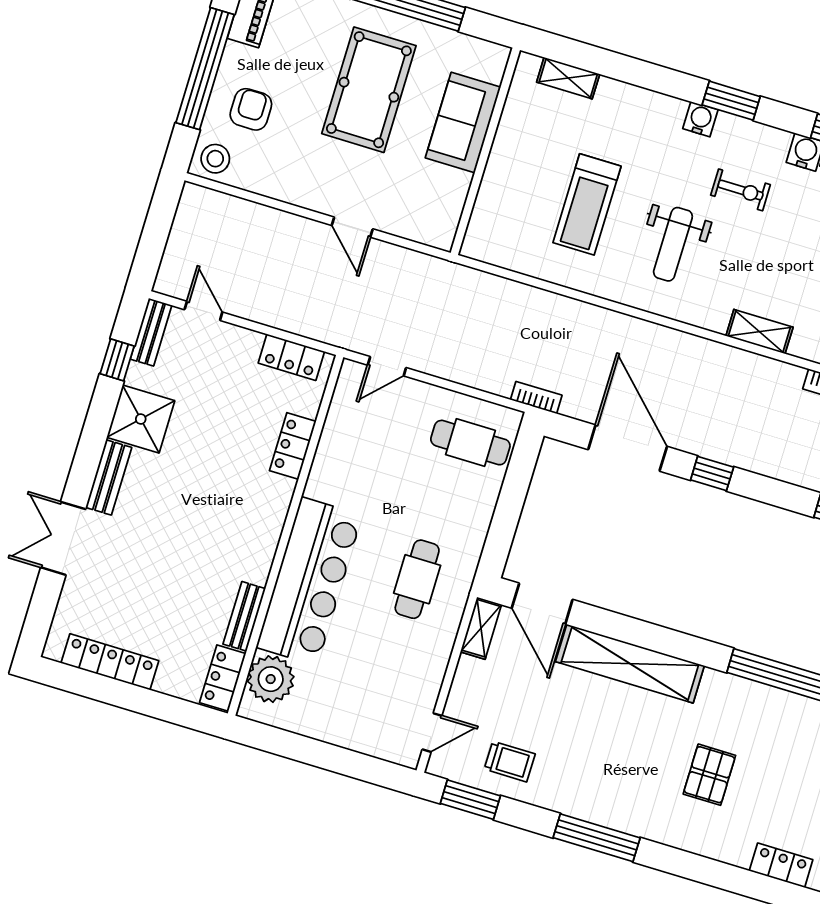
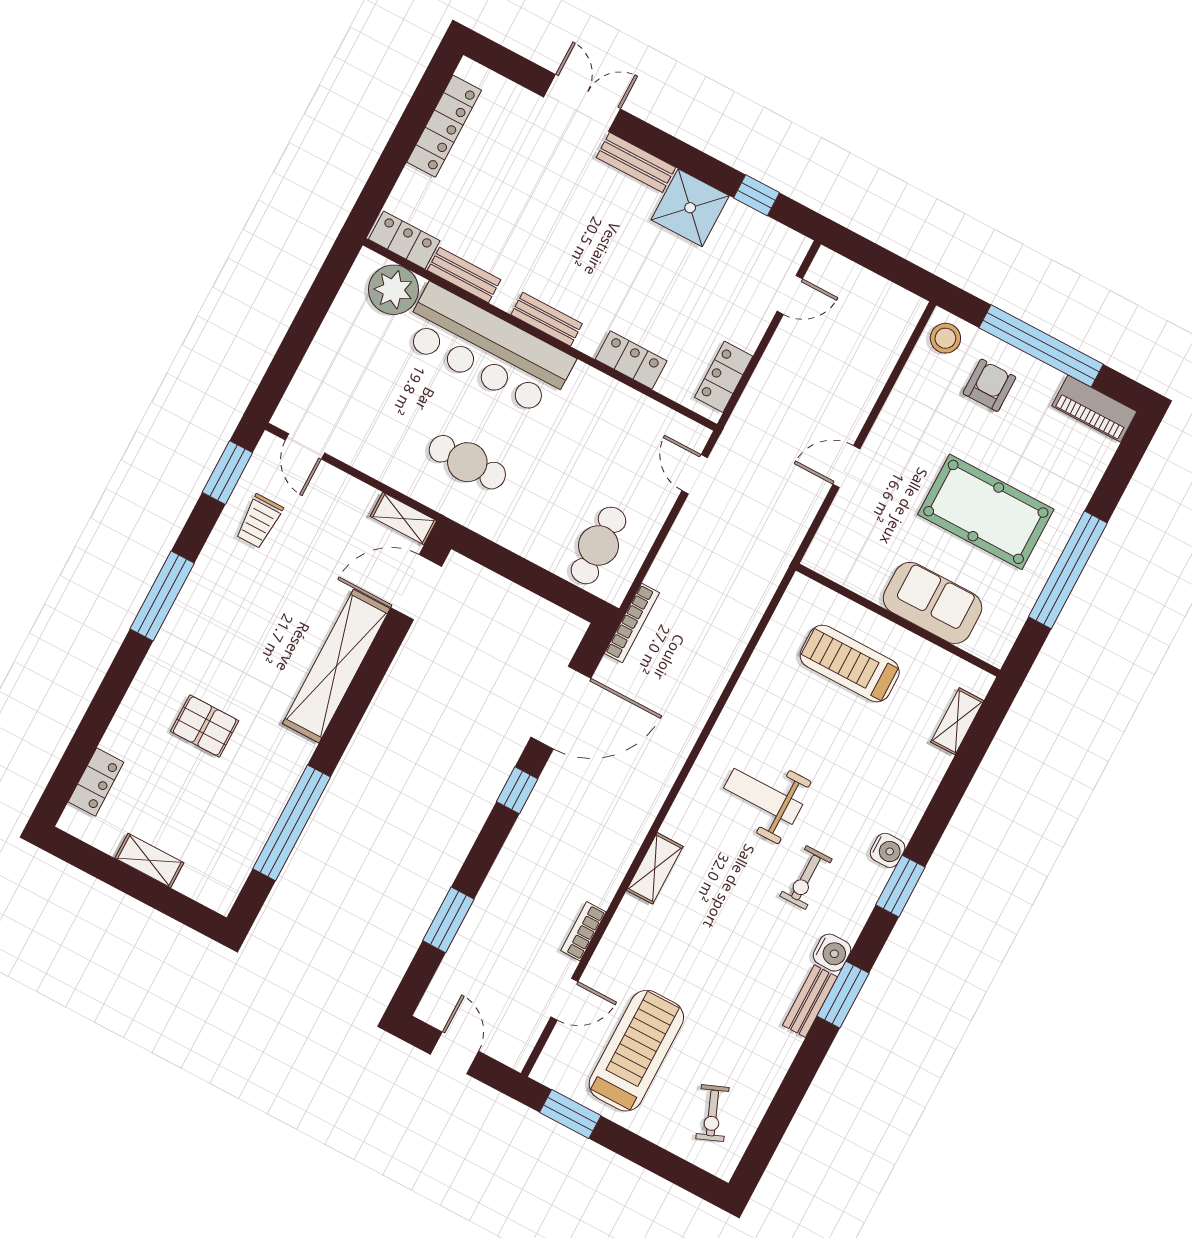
armchair: (251, 109) -> (989, 385), turned -90
treadmill: (587, 204) -> (850, 663), moved
bench: (151, 332) -> (547, 319), moved
bookcase: (536, 397) -> (632, 623), width x1.56

